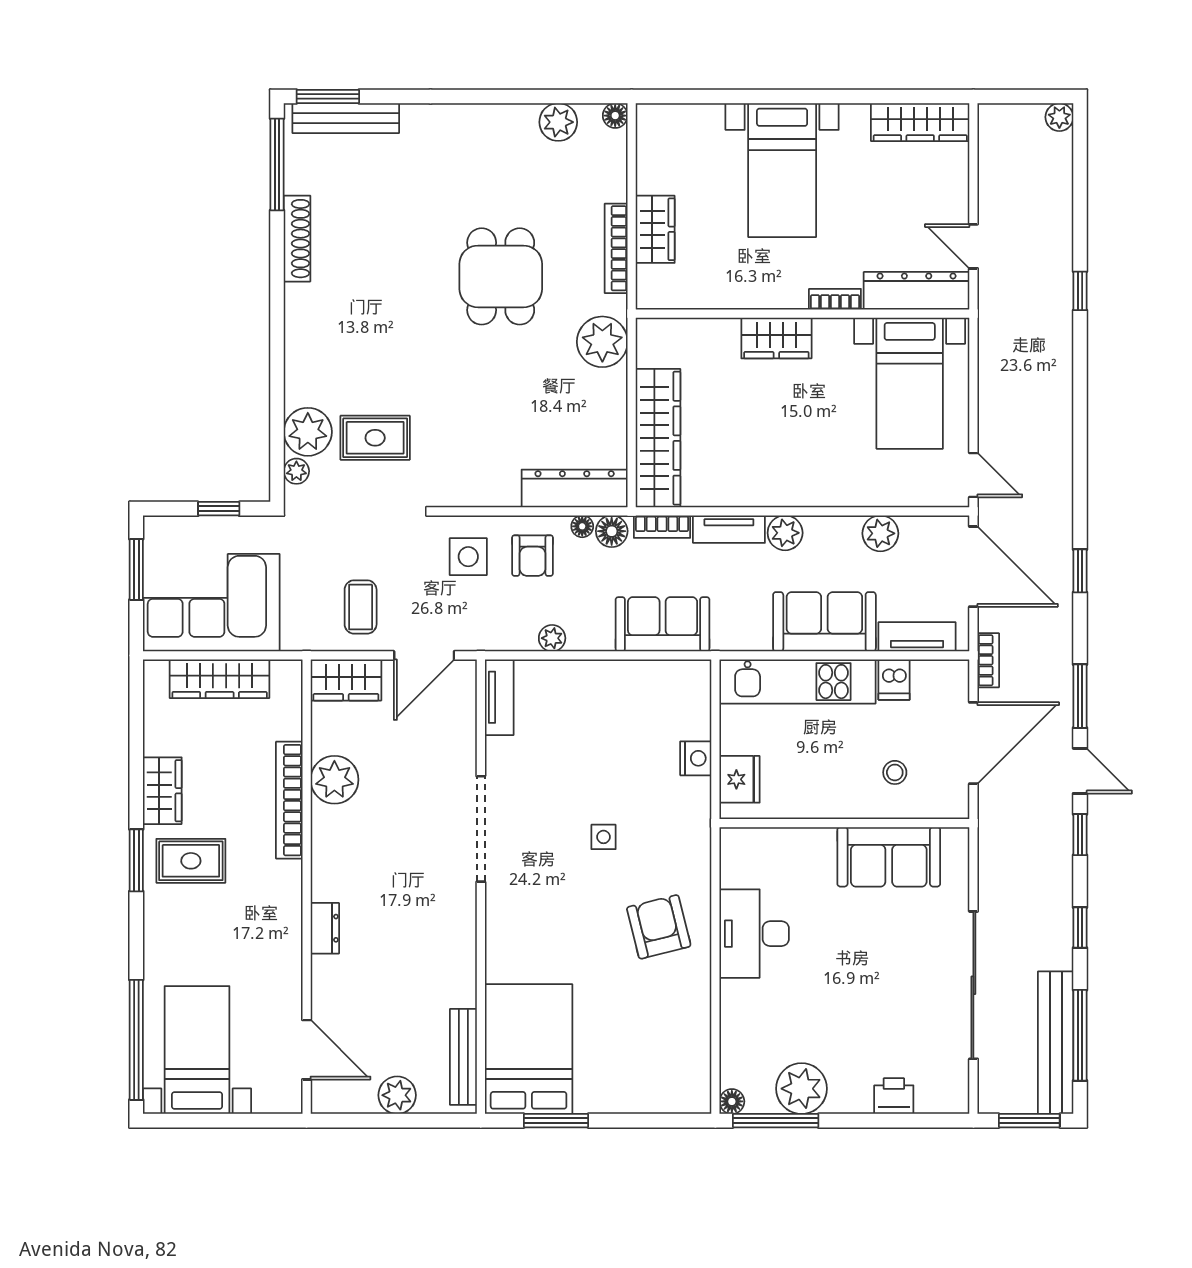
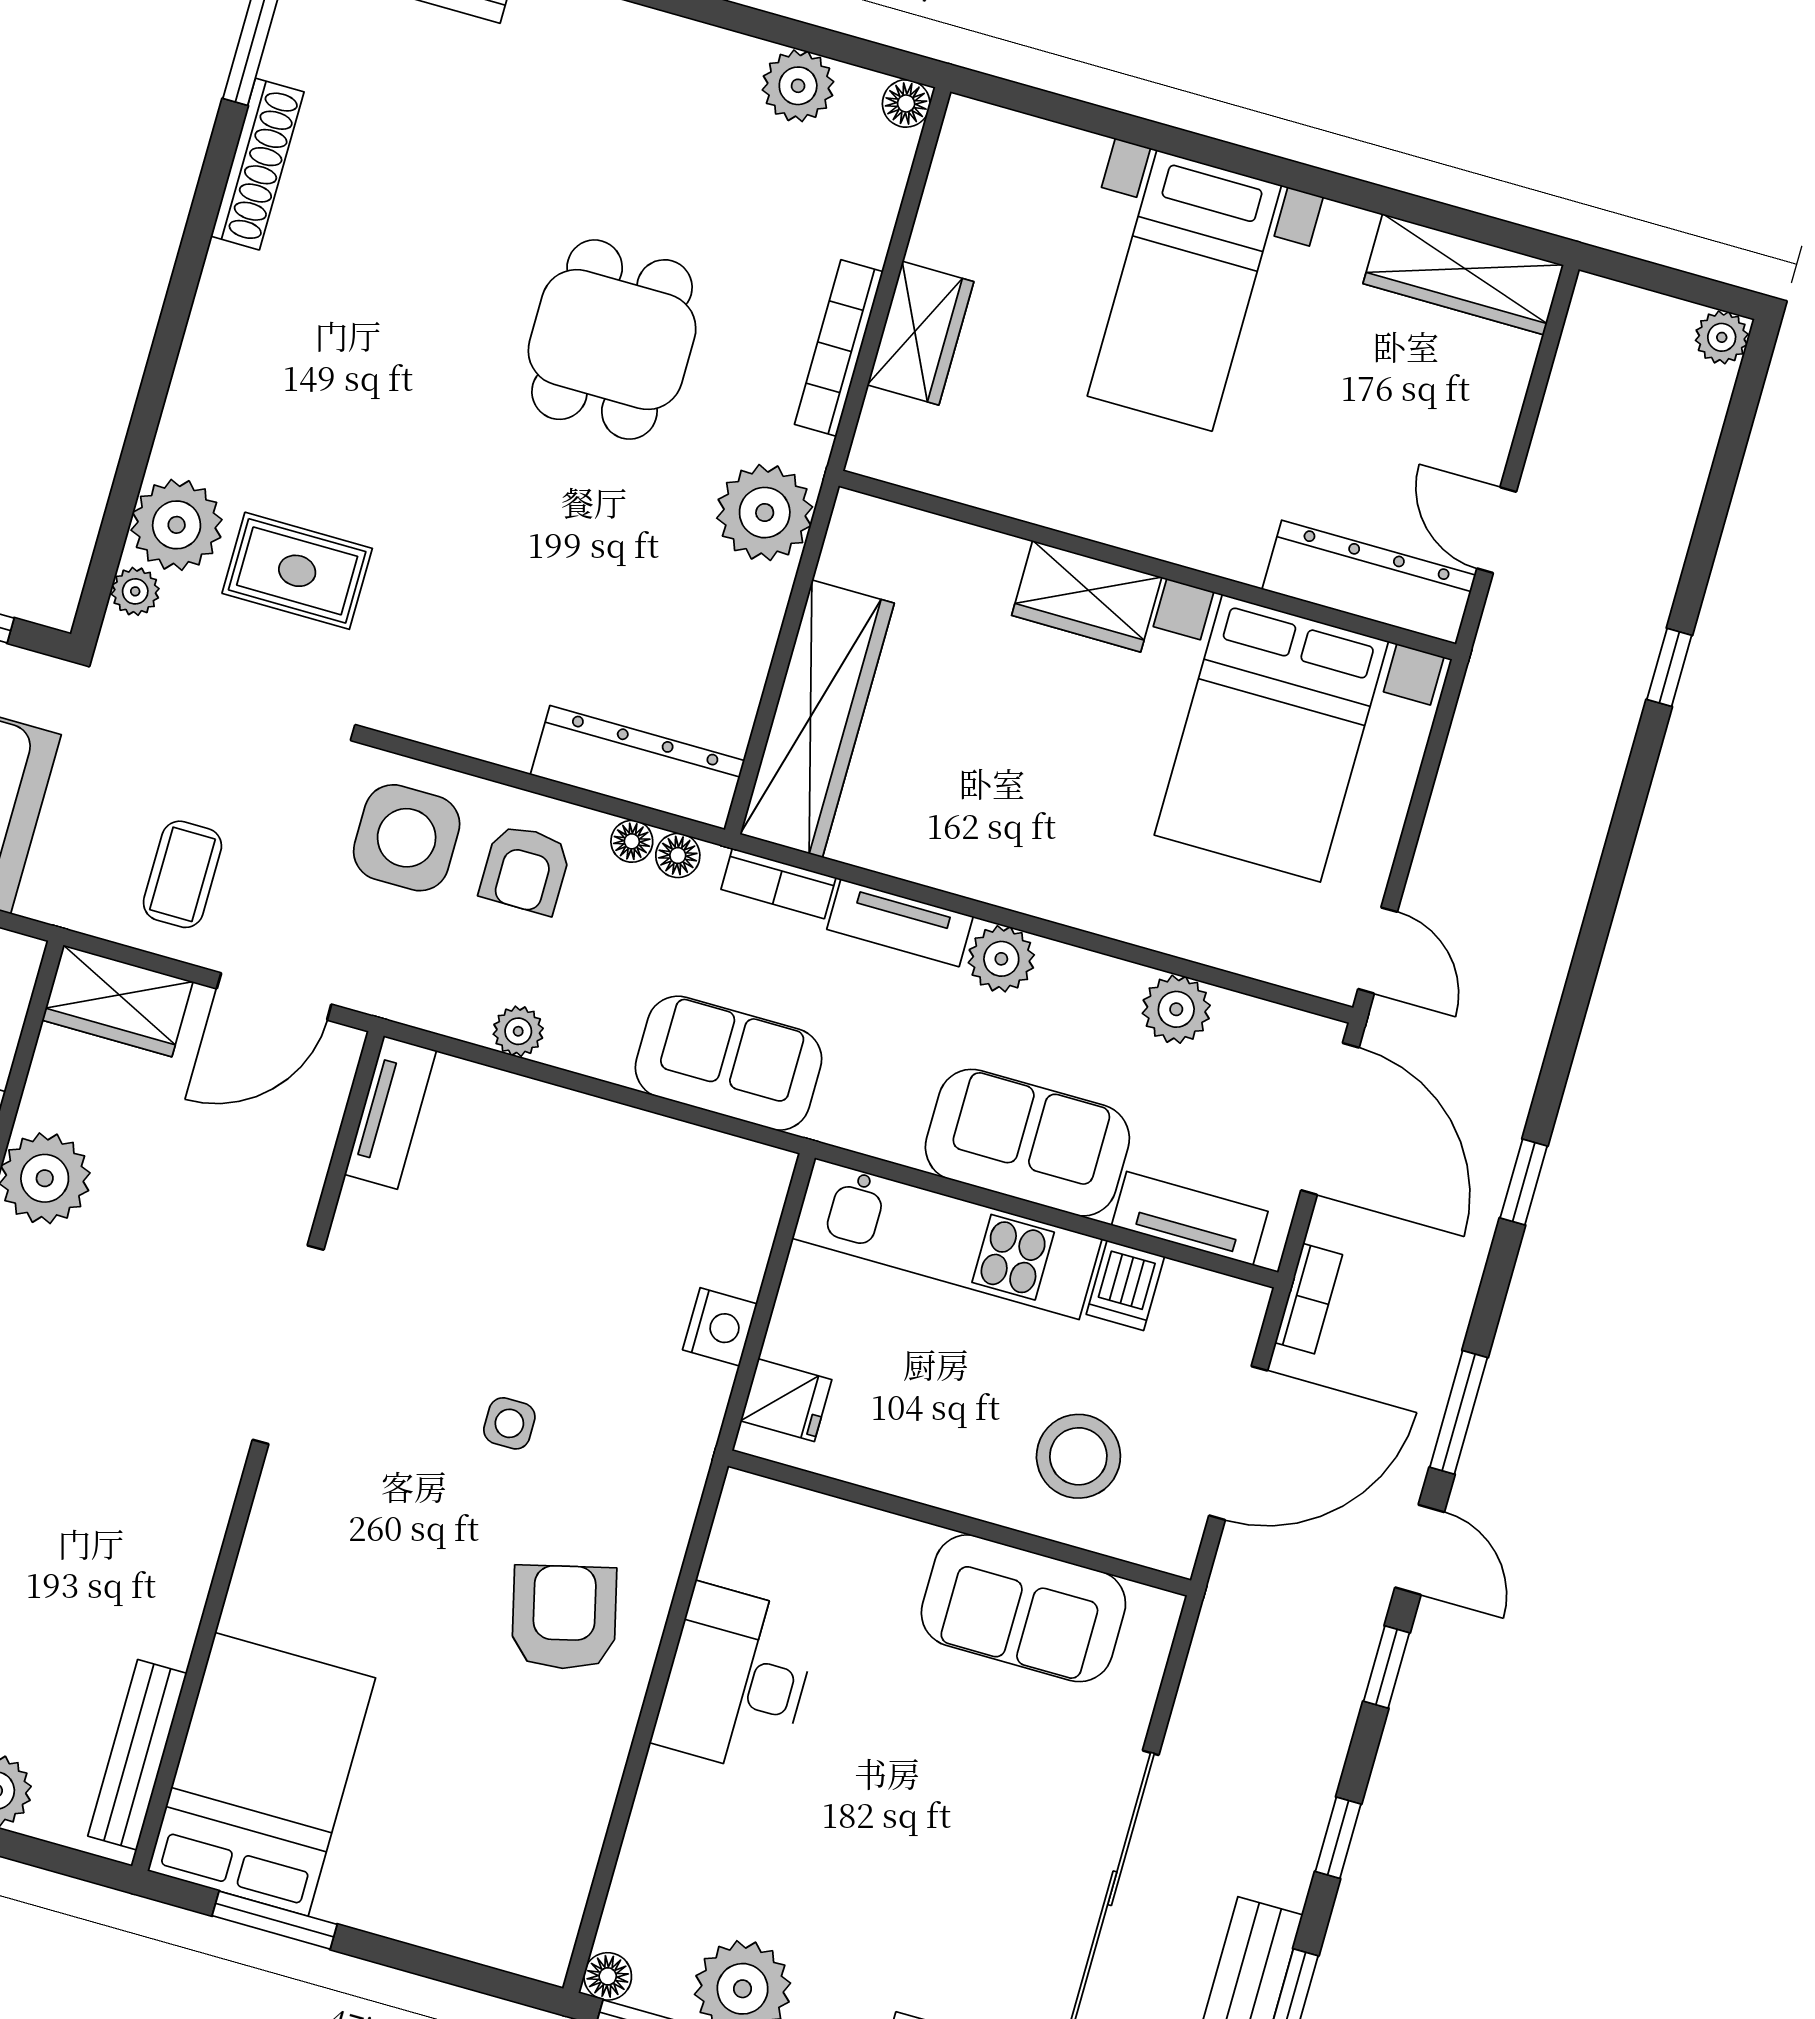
bookcase: (835, 299) -> (1215, 555), removed
bed with nightstands: (910, 383) -> (1271, 738), width x1.36
floor lamp: (612, 531) -> (678, 856), width x0.73, depth x0.73
side table: (468, 557) -> (407, 838), width x1.37, depth x1.37
stool: (895, 772) -> (1078, 1456), width x1.89, depth x1.89
fridge: (740, 779) -> (786, 1400), width x0.72

